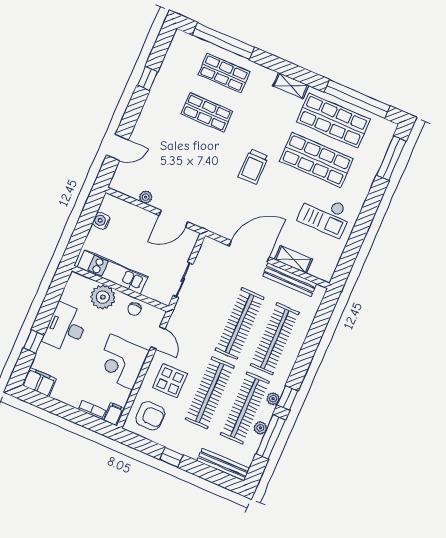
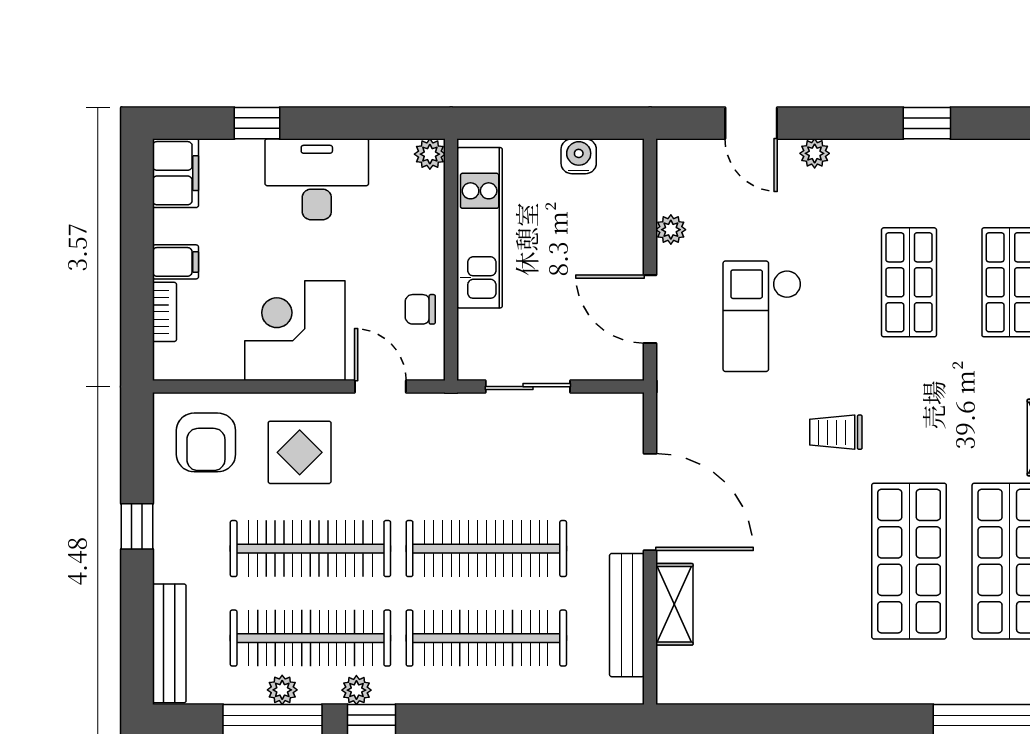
plant: (140, 128) -> (815, 153), added
trolley: (253, 167) -> (836, 432), width x0.73, depth x0.72
checkout: (325, 215) -> (762, 316), moved
plant: (103, 297) -> (430, 154), moved, width x0.53, depth x0.53
door: (158, 338) -> (380, 387), swing flipped
filing cabinet: (113, 414) -> (175, 262), moved

